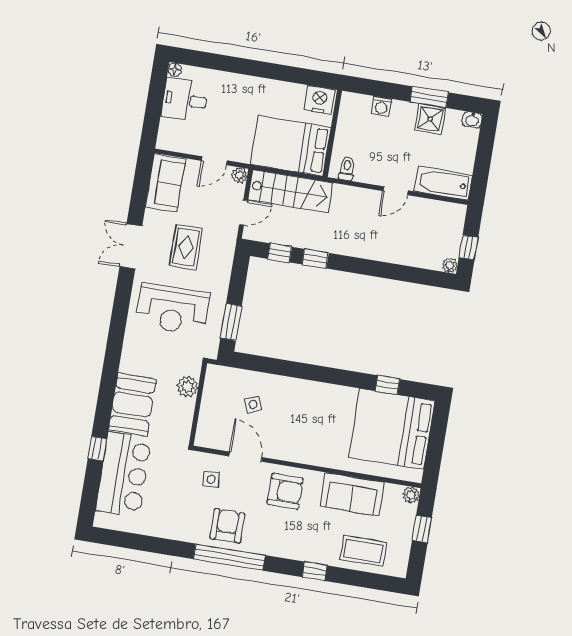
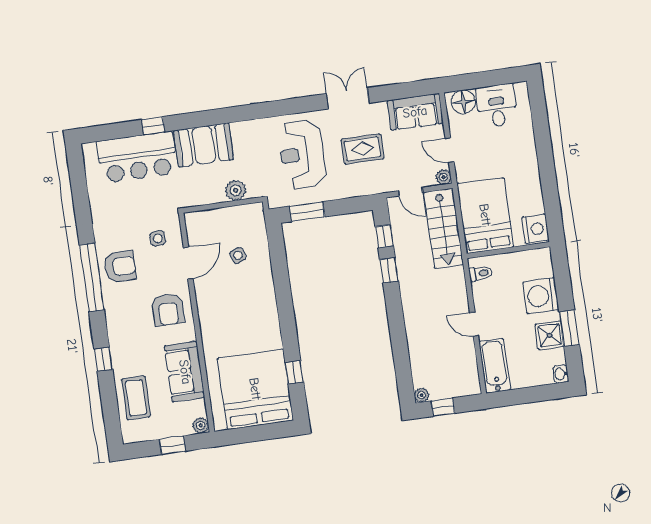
floor lamp: (175, 70) -> (463, 102), moved, width x1.89, depth x1.89
washing machine: (381, 106) -> (541, 296), width x1.89, depth x1.89

